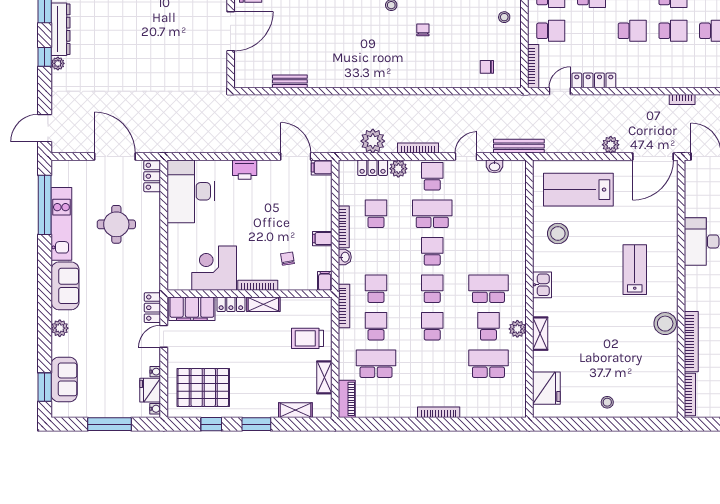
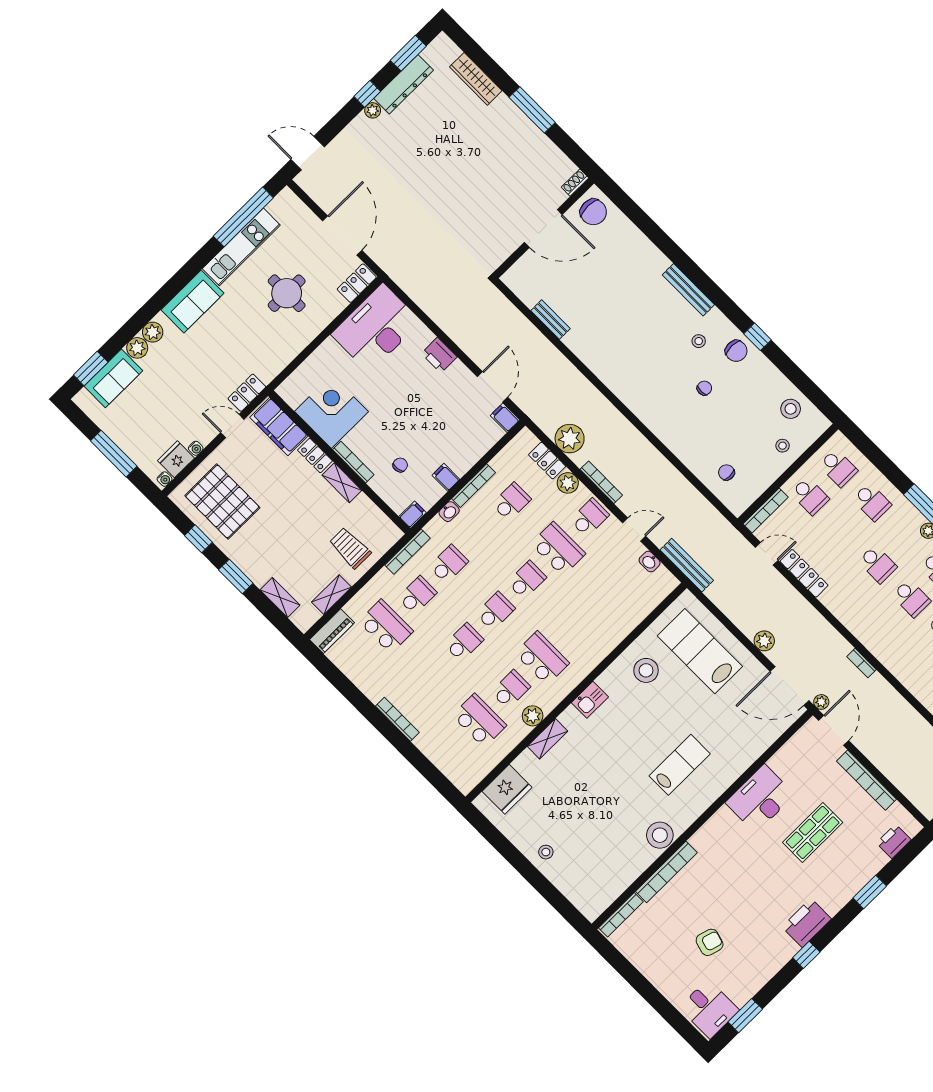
plant: (682, 147) -> (821, 702), added
plant: (60, 347) -> (137, 348), added

